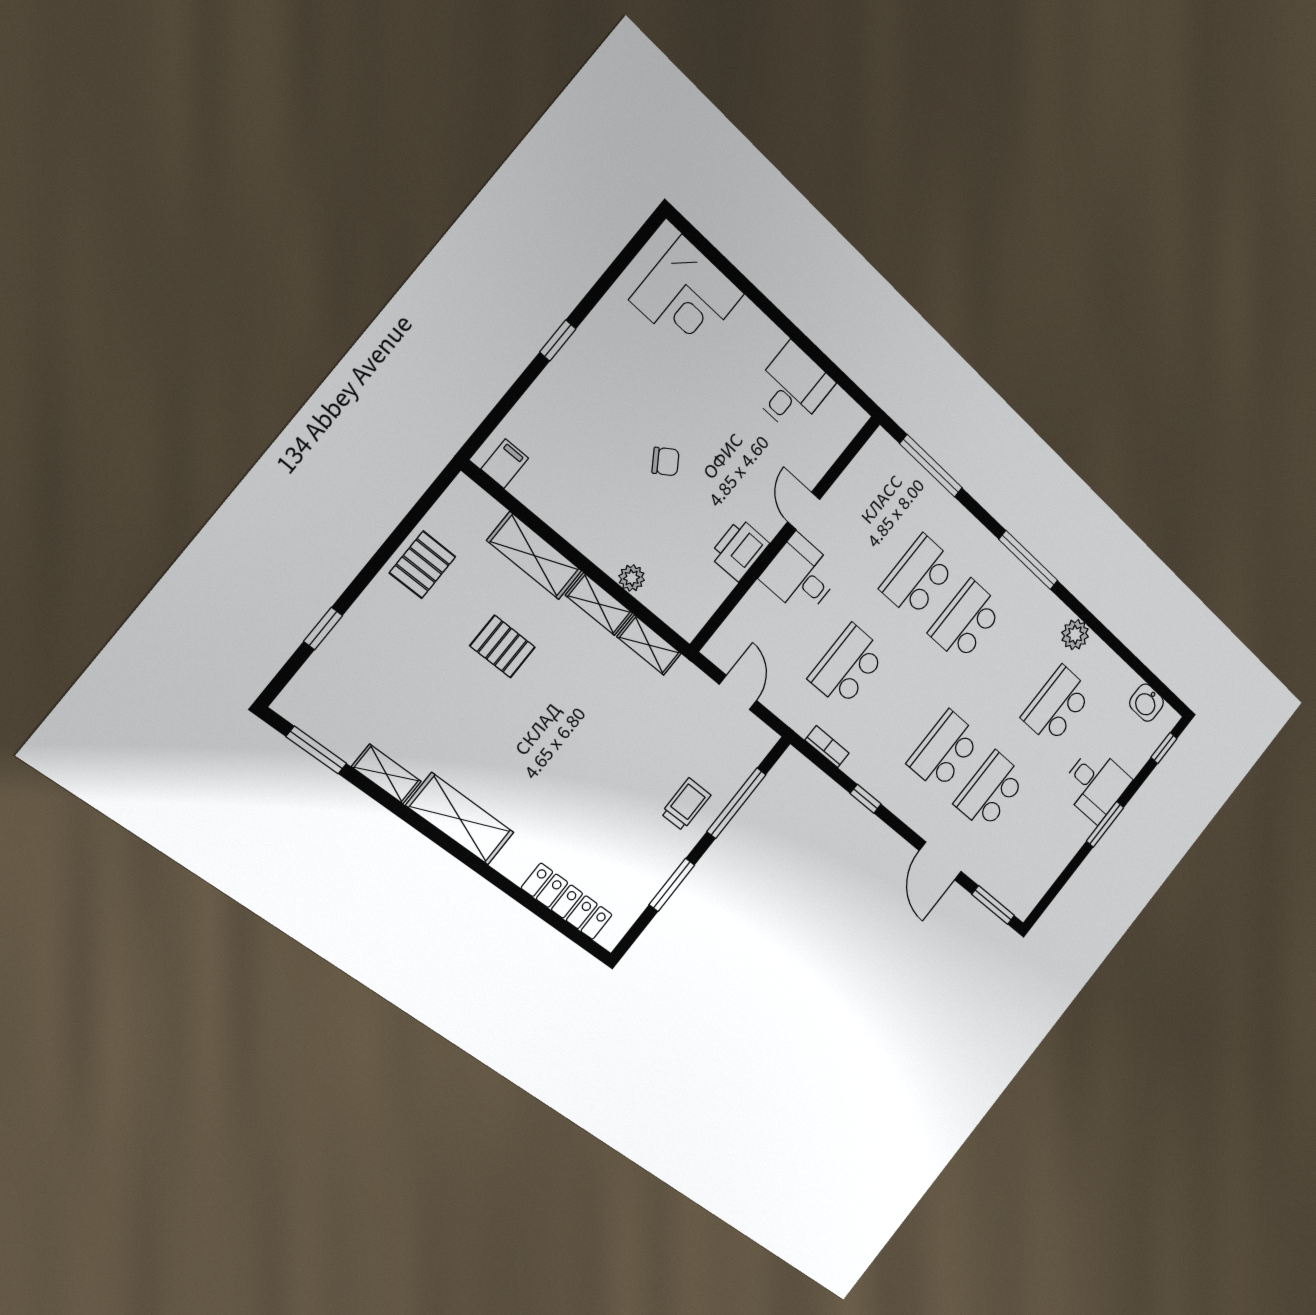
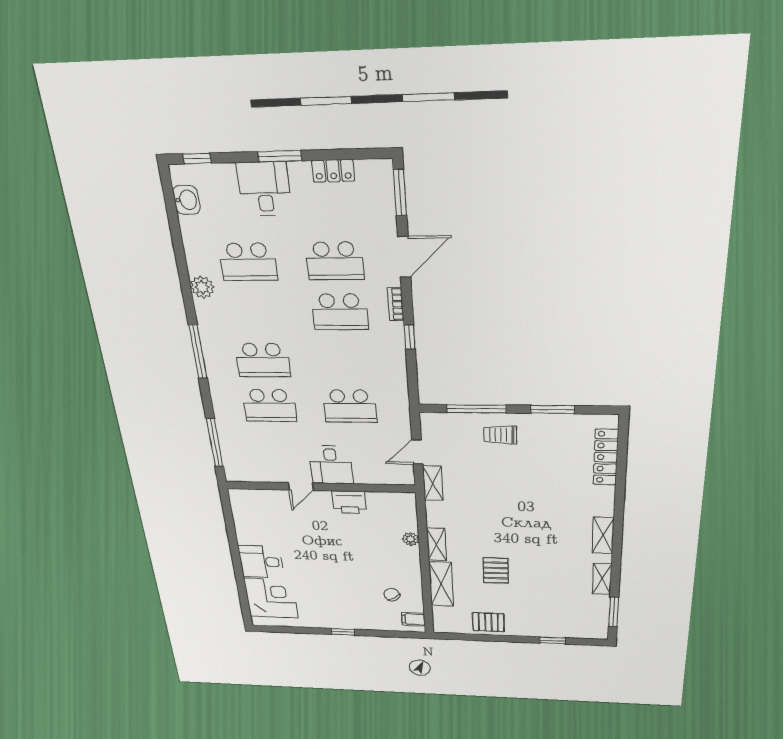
desk: (792, 388) -> (261, 562), moved
chair: (665, 461) -> (392, 595), moved
shelving: (649, 645) -> (433, 483), moved
bookcase: (827, 747) -> (396, 304), moved
shelving: (460, 819) -> (603, 535), width x0.67, depth x0.75
locker: (1057, 861) -> (333, 171), added

